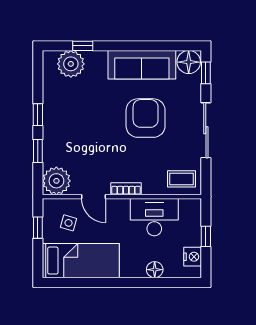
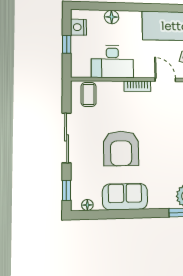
floor lamp: (189, 62) -> (87, 205), width x0.53, depth x0.53
sofa: (142, 65) -> (125, 197), width x0.73
coffee table: (181, 179) -> (89, 94), turned 90

